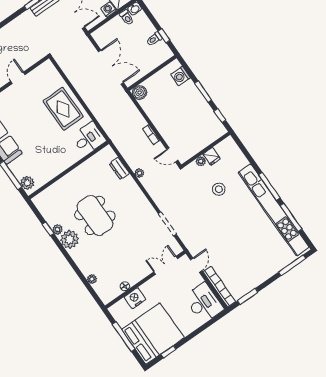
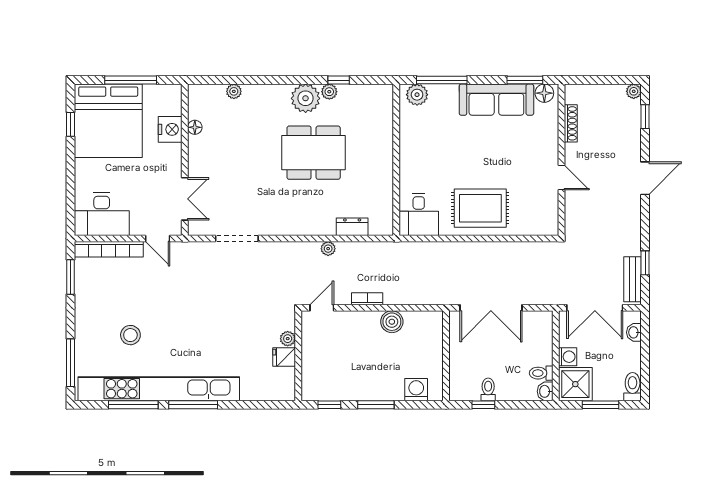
boiler: (139, 93) -> (392, 322), moved
stool: (219, 189) -> (130, 335), moved

